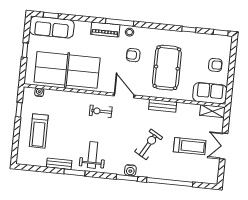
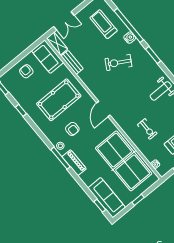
bench: (163, 106) -> (72, 62), moved
exercise bike: (101, 111) -> (147, 129), moved
treadmill: (190, 146) -> (104, 24), moved
double door: (224, 146) -> (64, 21), moved
water cooler: (130, 170) -> (130, 38), moved

